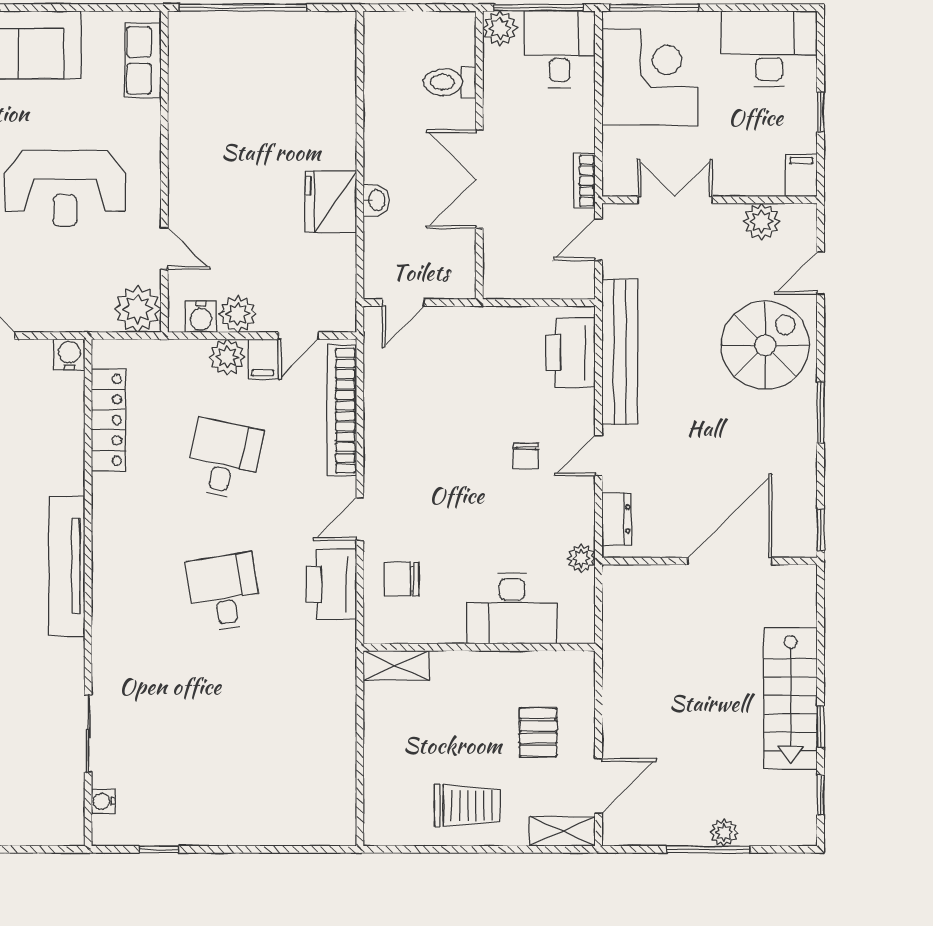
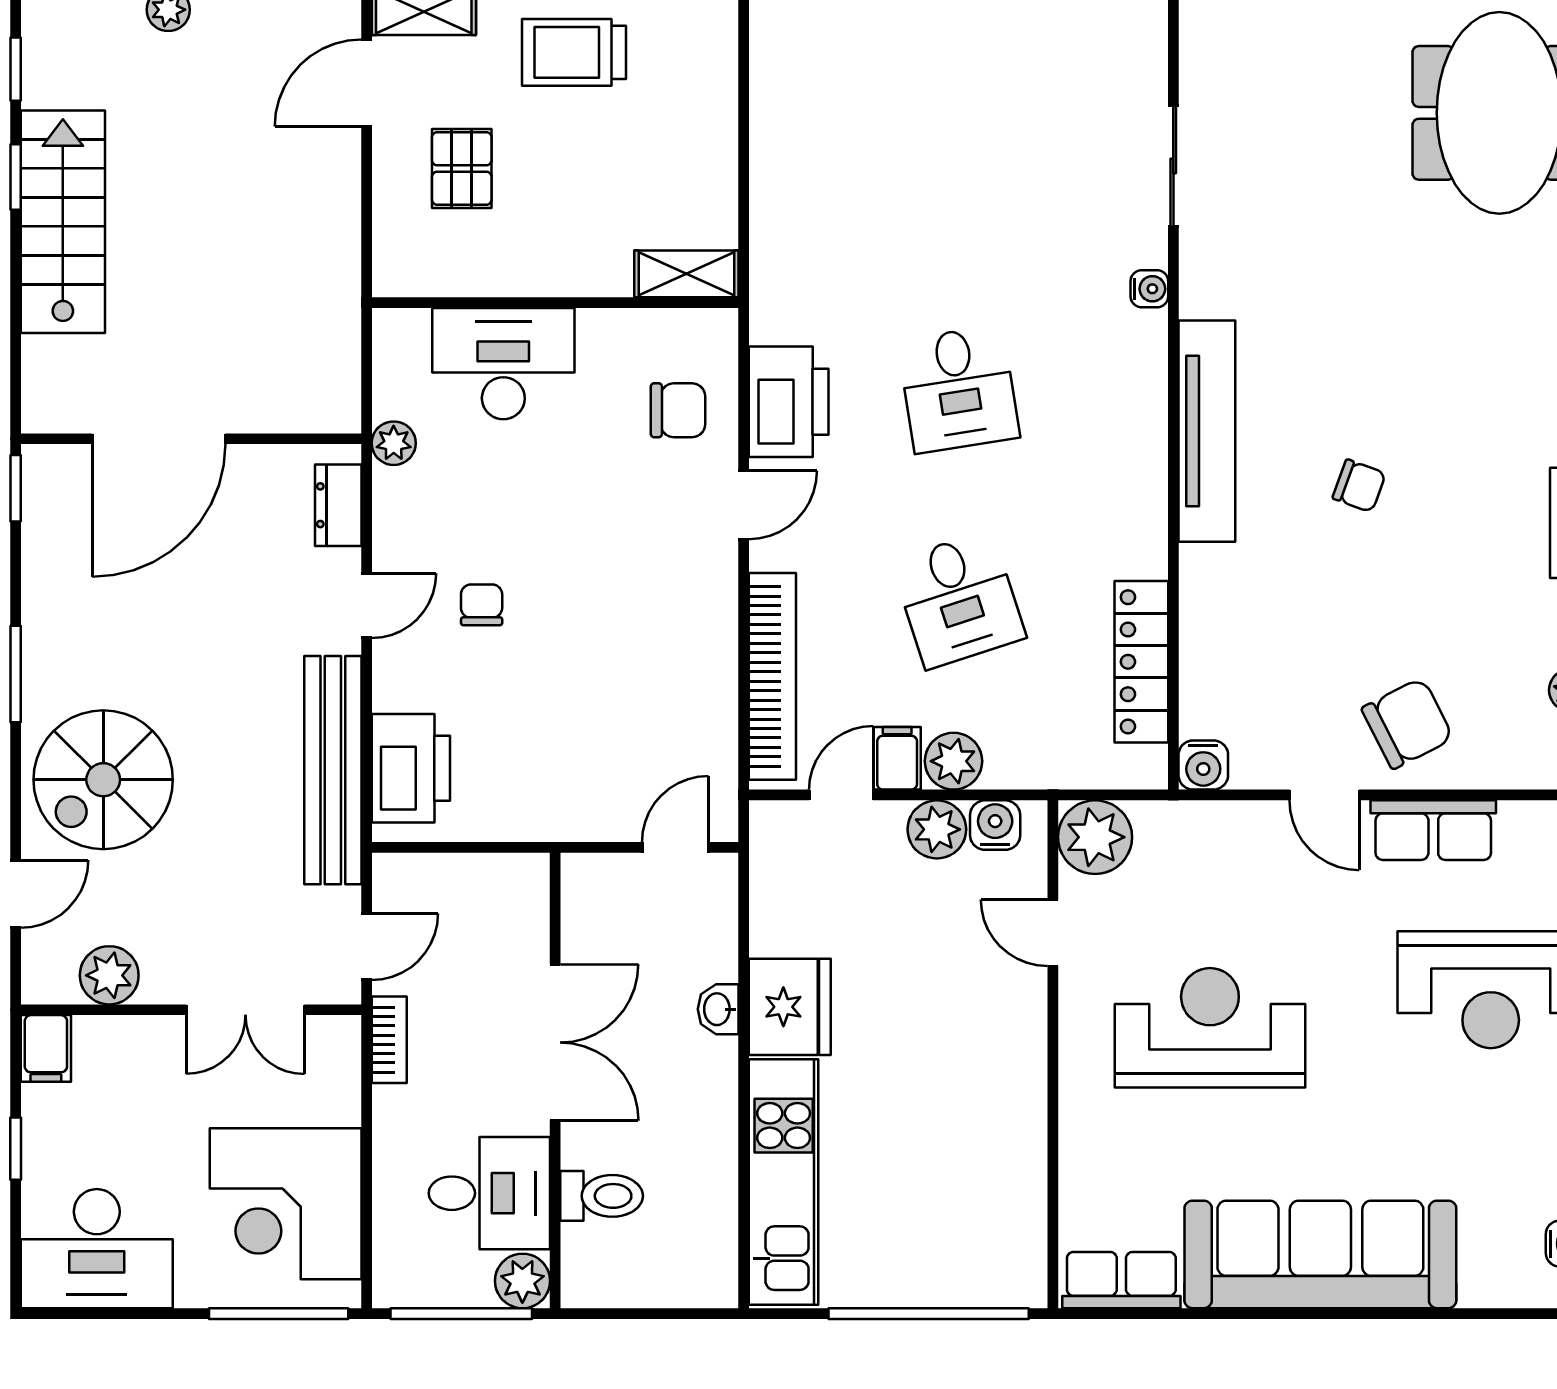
desk: (560, 49) -> (489, 1193), moved, turned -90
row of seats: (143, 60) -> (1121, 1280), moved, turned -90
kitchen unit: (335, 91) -> (784, 1182), added
desk: (224, 459) -> (959, 599), turned -30
water cooler: (103, 801) -> (1149, 289), moved

